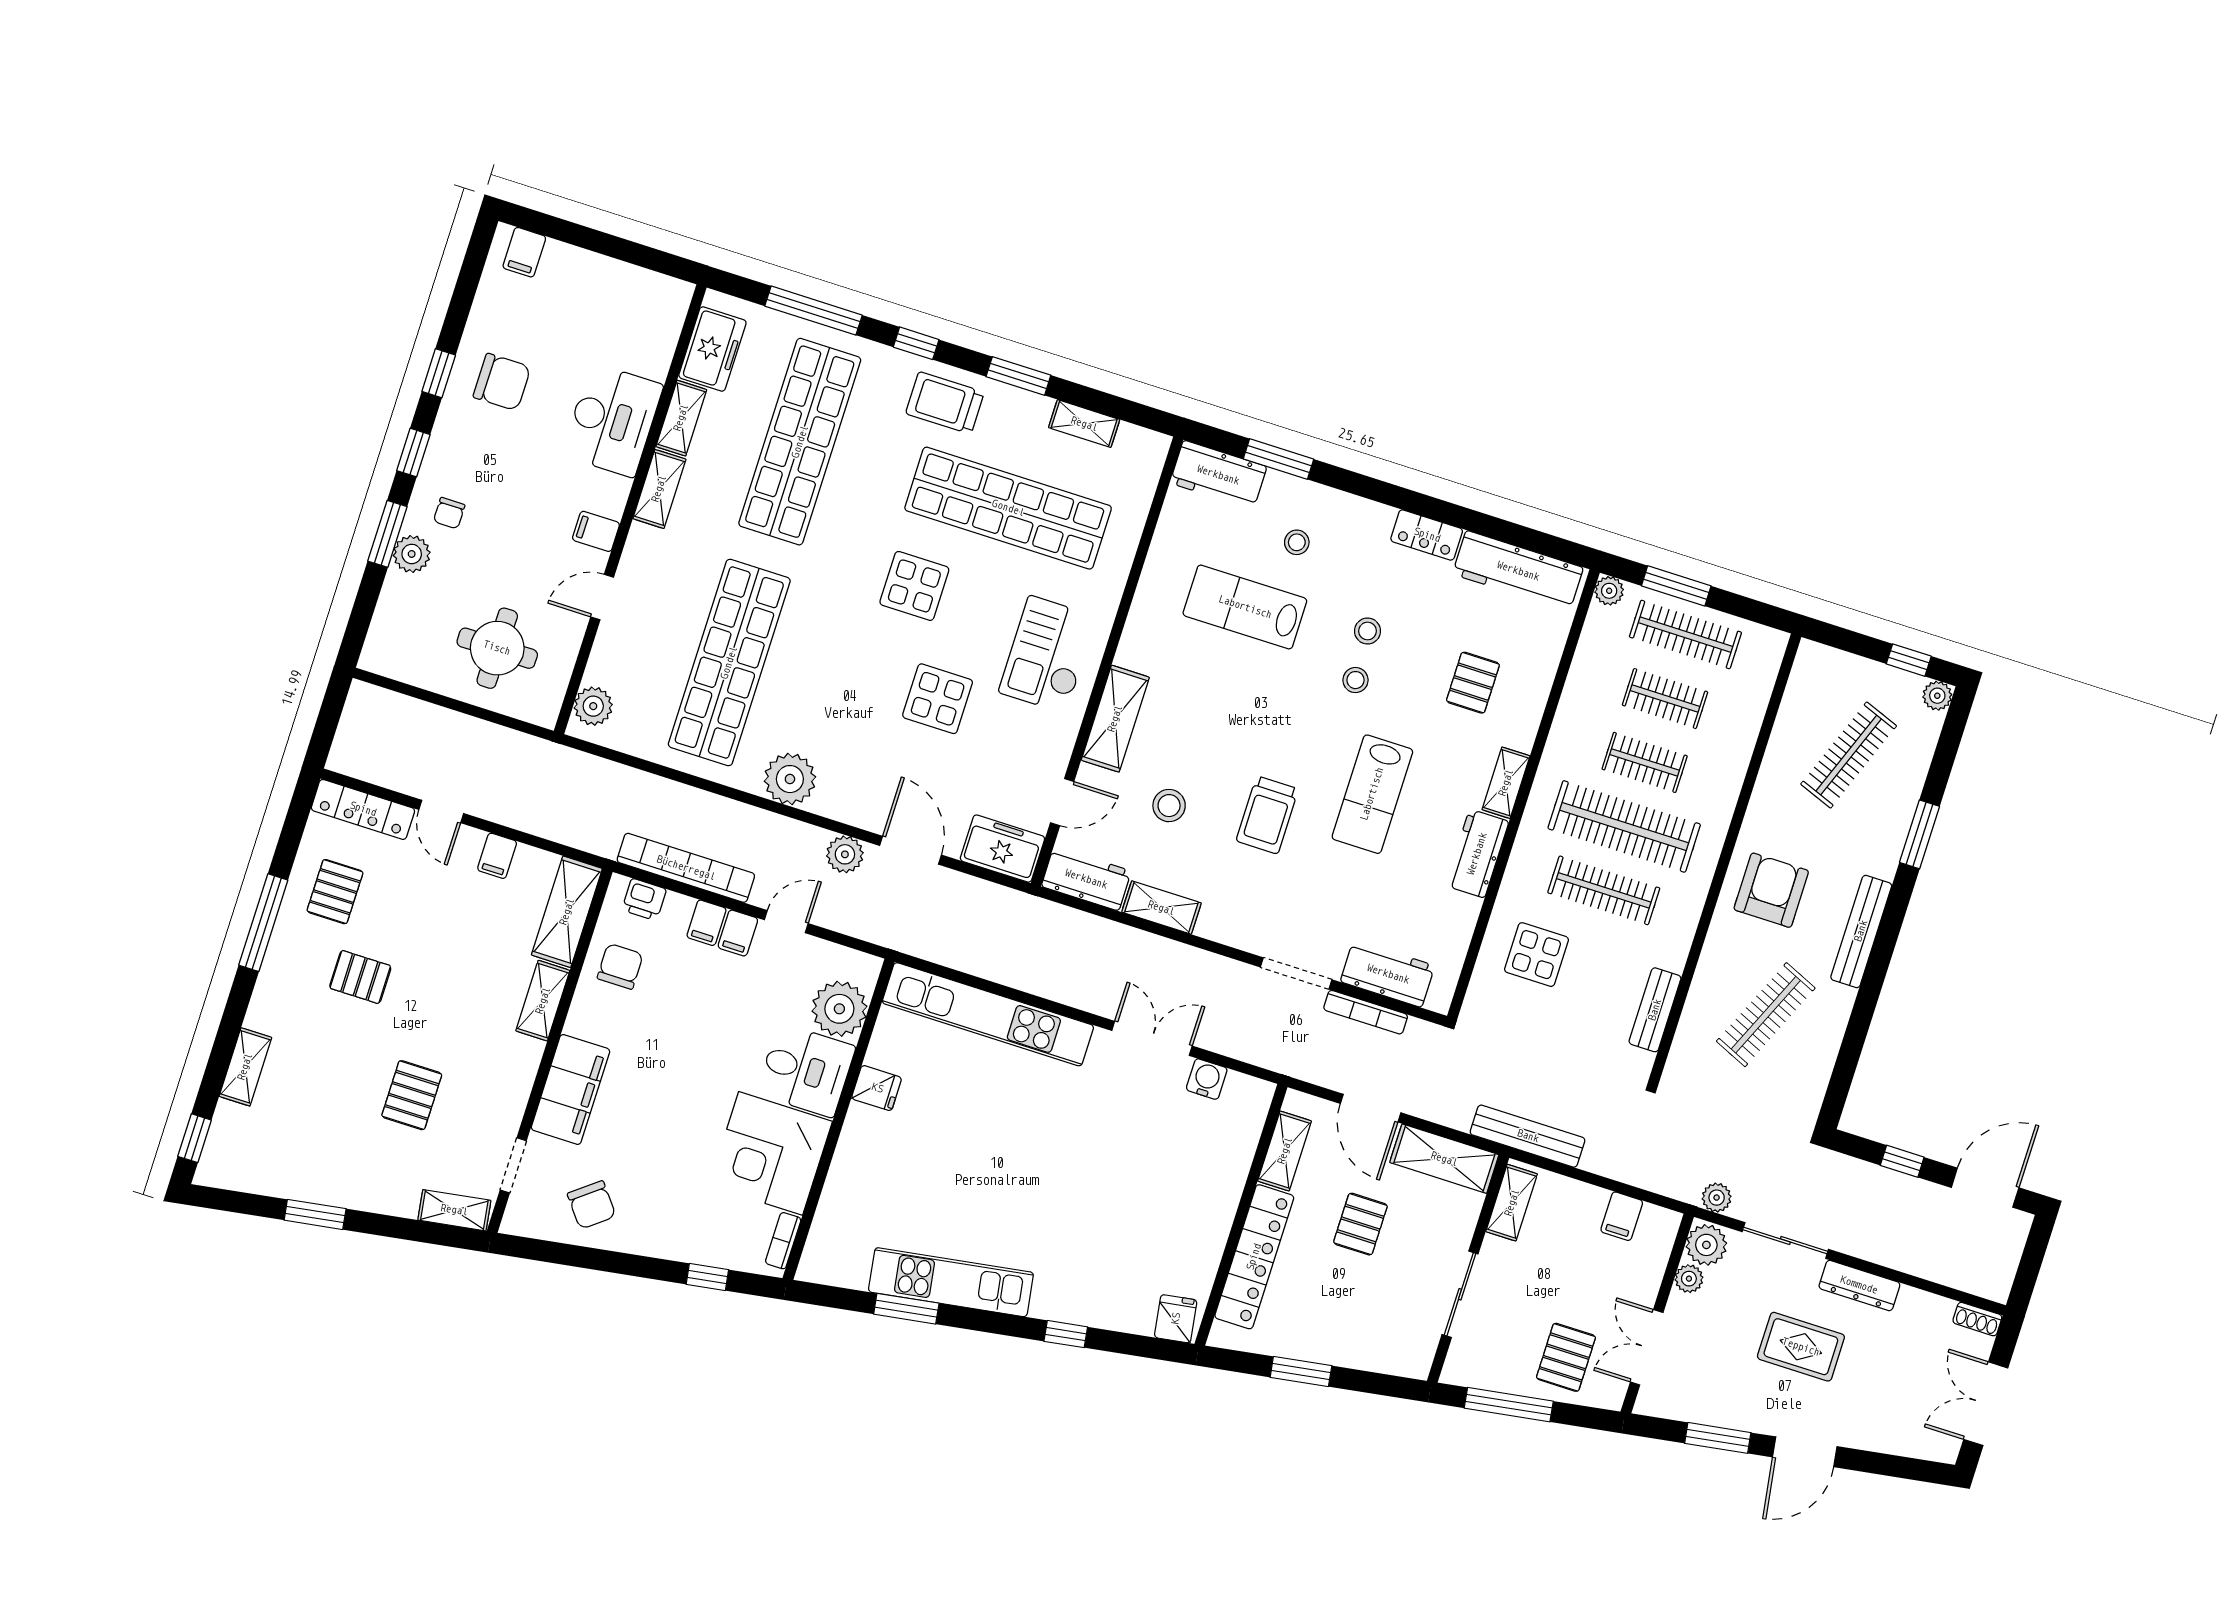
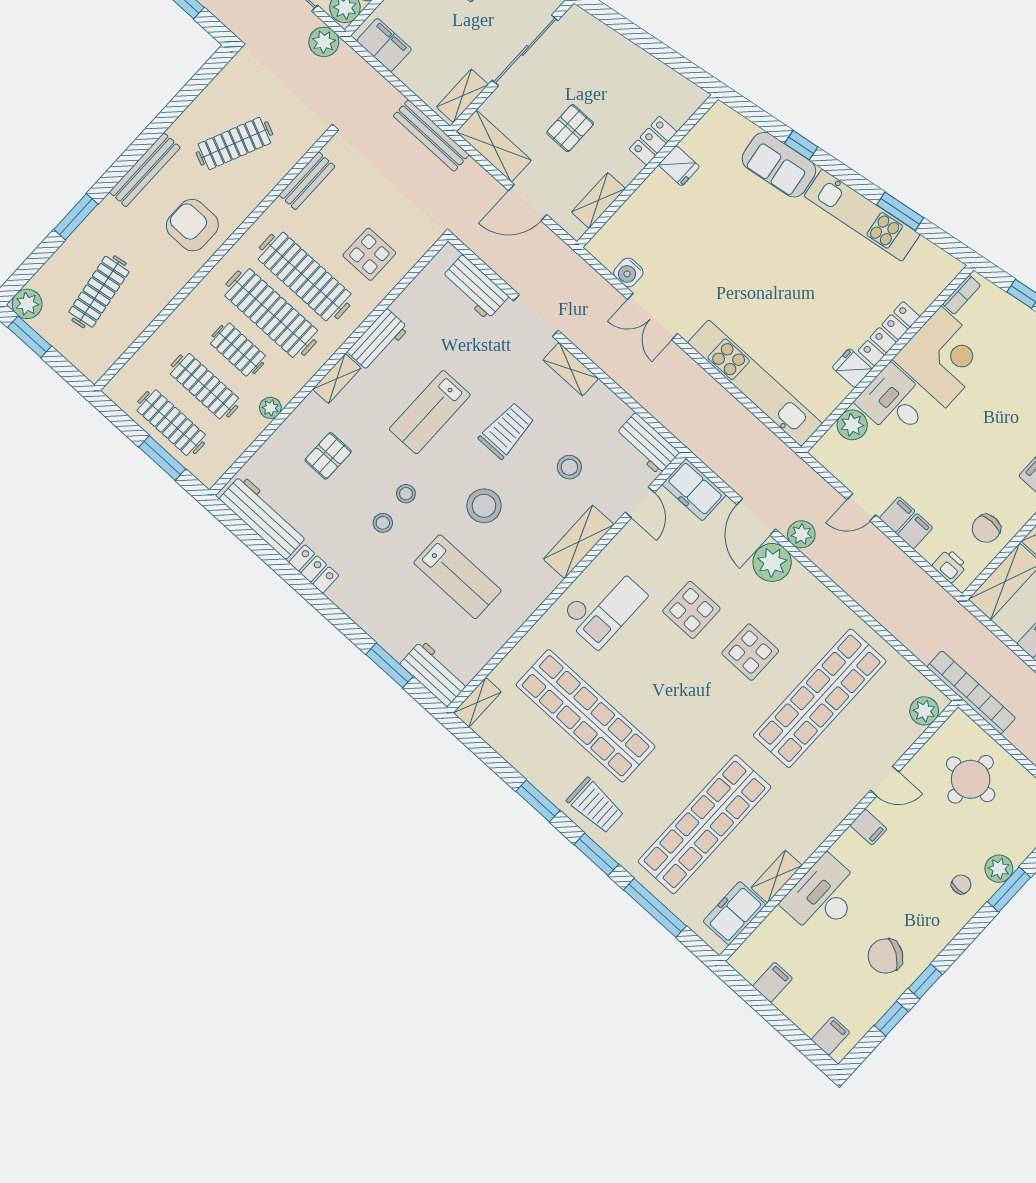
filing cabinet: (626, 286) -> (773, 982), added
window: (916, 343) -> (596, 854), width x1.50
chair: (502, 382) -> (886, 956), turned -57
shelving: (1084, 424) -> (477, 702), moved, turned 90
window: (413, 453) -> (891, 1018), moved
shelving: (659, 489) -> (813, 836), removed
stool: (1297, 542) -> (484, 506), moved, width x1.89, depth x1.89
display table: (914, 586) -> (750, 652), moved
plant: (1609, 591) -> (270, 408), moved
window: (1909, 660) -> (30, 337), width x1.50
plant: (1937, 696) -> (27, 304), width x1.38, depth x1.38
clothes rail: (1665, 699) -> (204, 386), width x1.36
clothes rail: (1849, 755) -> (99, 292), turned -30
plant: (790, 779) -> (772, 562), moved
lab bench: (1372, 794) -> (430, 412), turned 180
door: (1062, 802) -> (640, 502), swing flipped
bookcase: (686, 868) -> (971, 692), moved, turned 180
clothes rail: (1604, 890) -> (305, 277), width x1.37, depth x1.31
armchair: (1771, 890) -> (192, 225), turned 90
shelving: (1161, 908) -> (571, 369), moved
plant: (839, 1009) -> (852, 425), width x0.73, depth x0.73
bookcase: (1366, 1012) -> (501, 268), removed
door: (1371, 1108) -> (528, 203), swing flipped
locker: (851, 1151) -> (889, 334), added
plant: (1717, 1198) -> (324, 42), width x1.38, depth x1.38
filing cabinet: (1622, 1216) -> (384, 45), width x2.00
locker: (1254, 1257) -> (653, 141), width x0.46, depth x0.83
sliding door: (1460, 1294) -> (525, 50), width x1.37
sofa: (1082, 1297) -> (779, 165), added
fridge: (1176, 1319) -> (679, 166), moved, turned -81
window: (1301, 1372) -> (655, 48), removed

